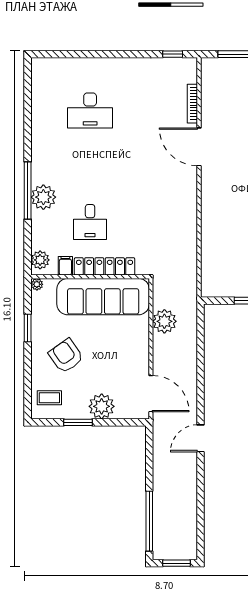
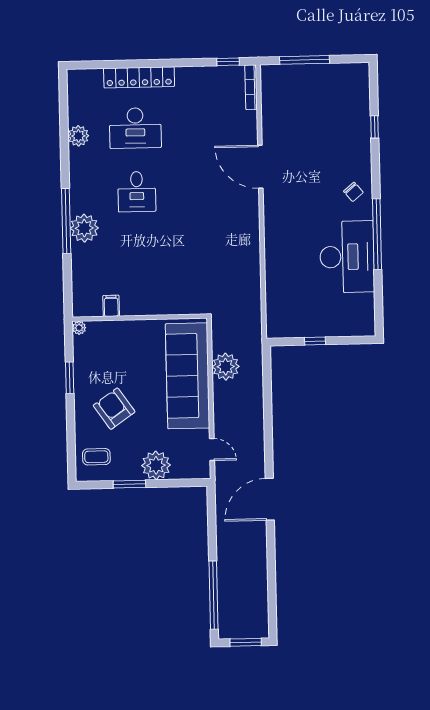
bookcase: (192, 104) -> (251, 87), moved
desk: (90, 222) -> (137, 192), moved
plant: (40, 260) -> (78, 136), moved
locker: (105, 266) -> (139, 77), moved, turned 180
sofa: (103, 297) -> (188, 376), moved, turned 90
door: (151, 394) -> (212, 450), width x0.53
door: (201, 438) -> (270, 499), width x1.36

